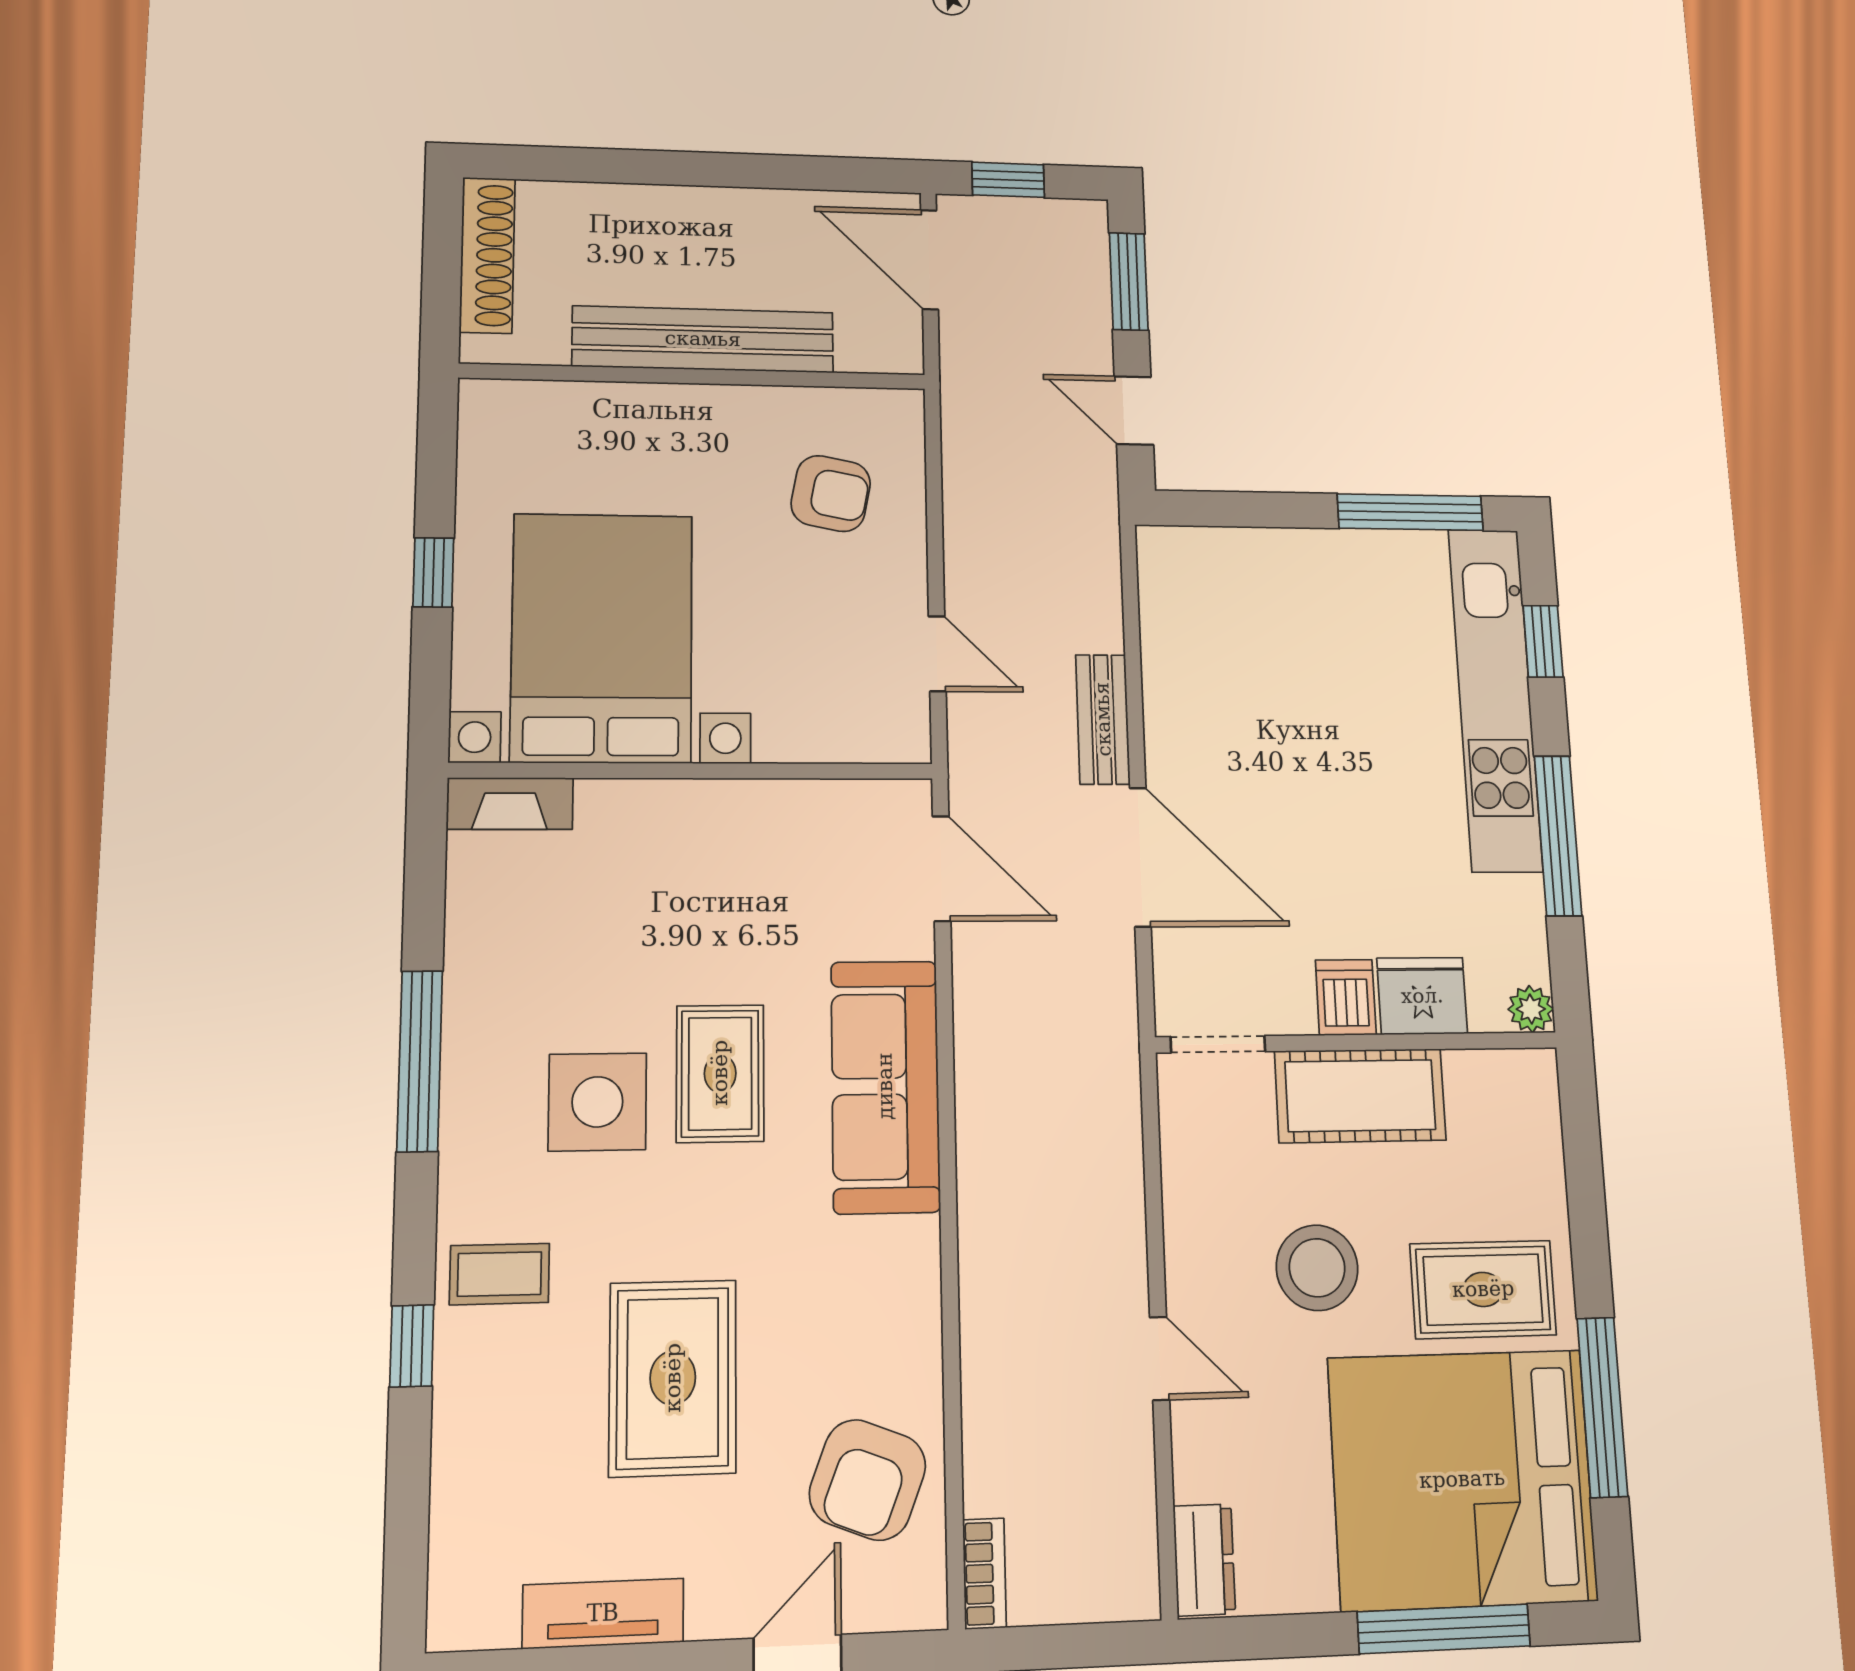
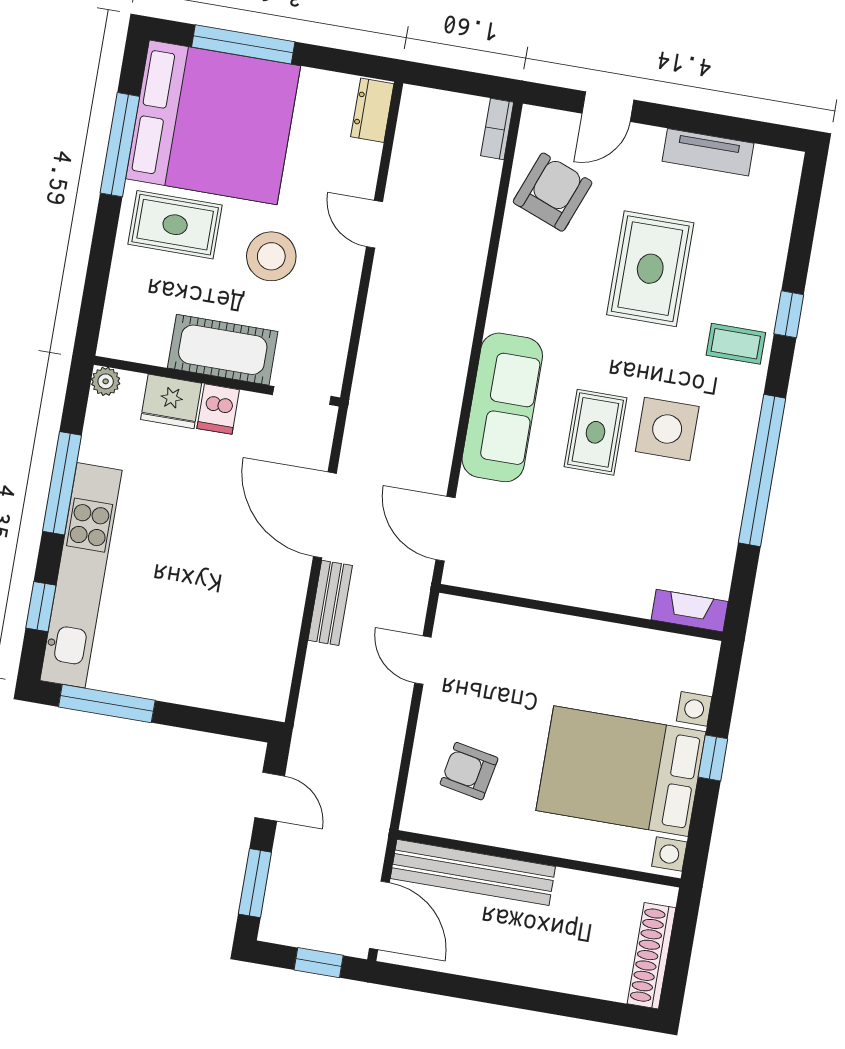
bench: (703, 339) -> (473, 872), moved
bed with nightstands: (602, 638) -> (621, 771), moved, turned 90
window: (420, 1061) -> (762, 471), width x1.46

